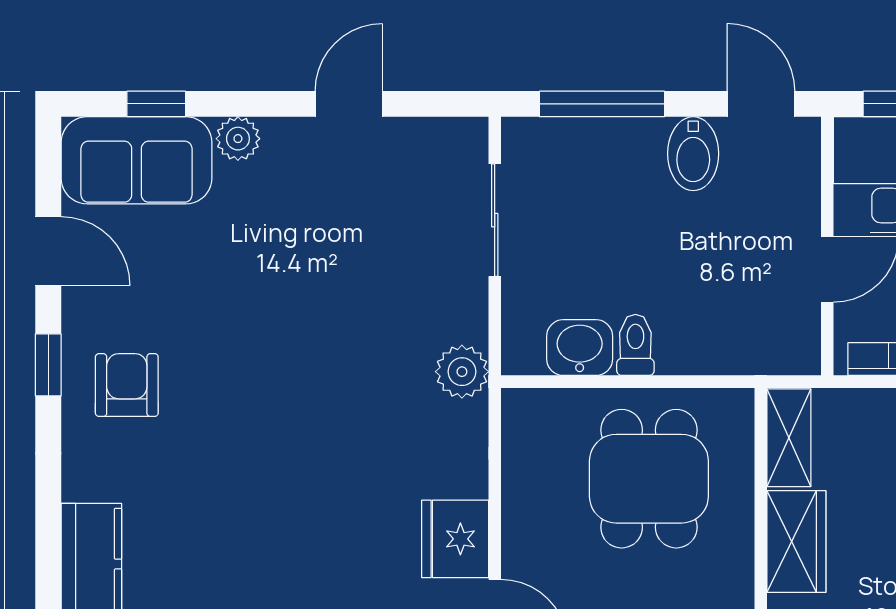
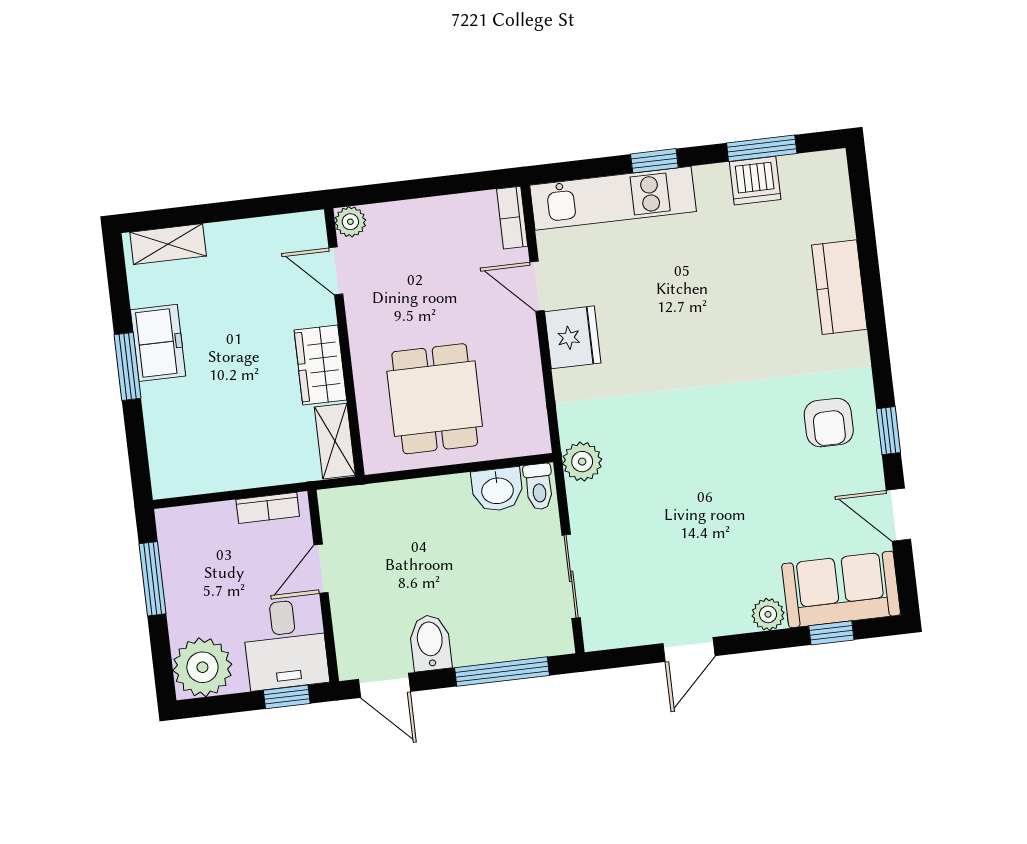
toilet: (635, 345) -> (539, 487), moved

